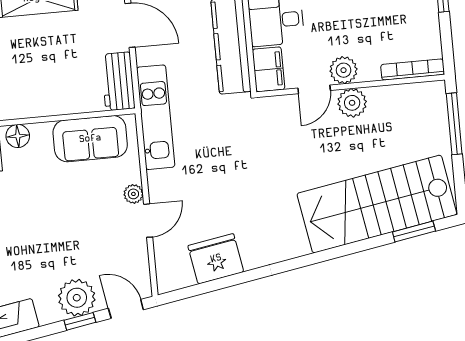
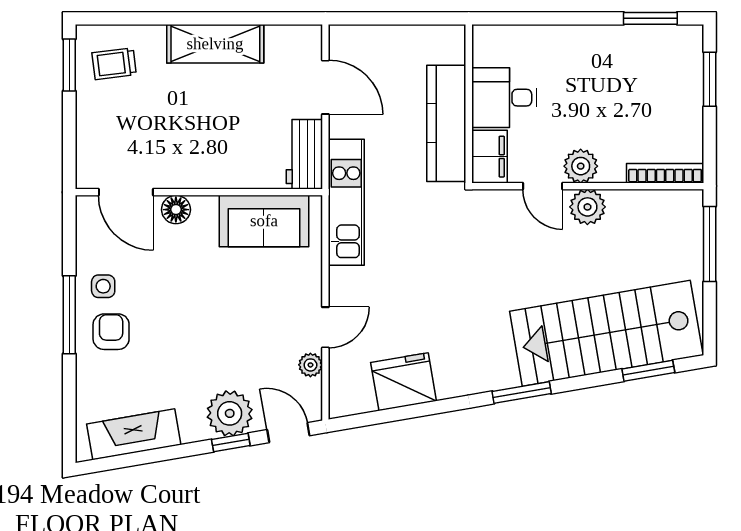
door: (314, 89) -> (543, 186), hinge flipped
plant: (133, 194) -> (310, 365), moved
window: (313, 259) -> (522, 393), added

